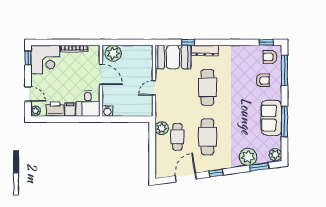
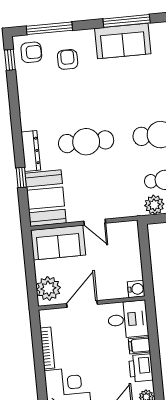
armchair: (270, 57) -> (31, 52), turned -90
sofa: (143, 63) -> (58, 243), added

